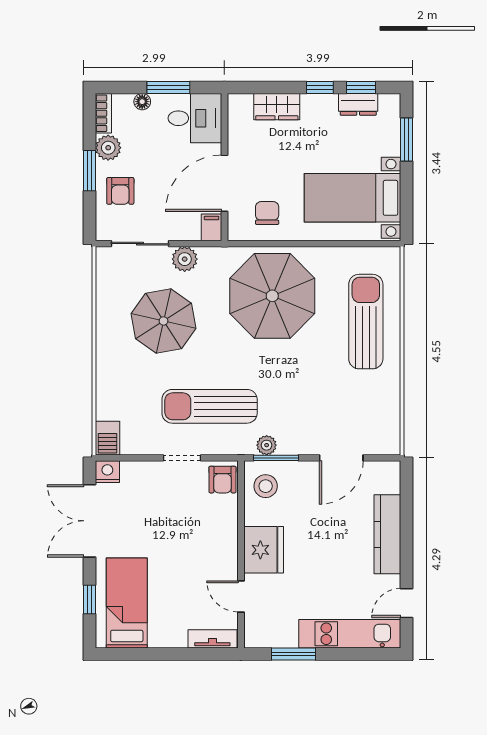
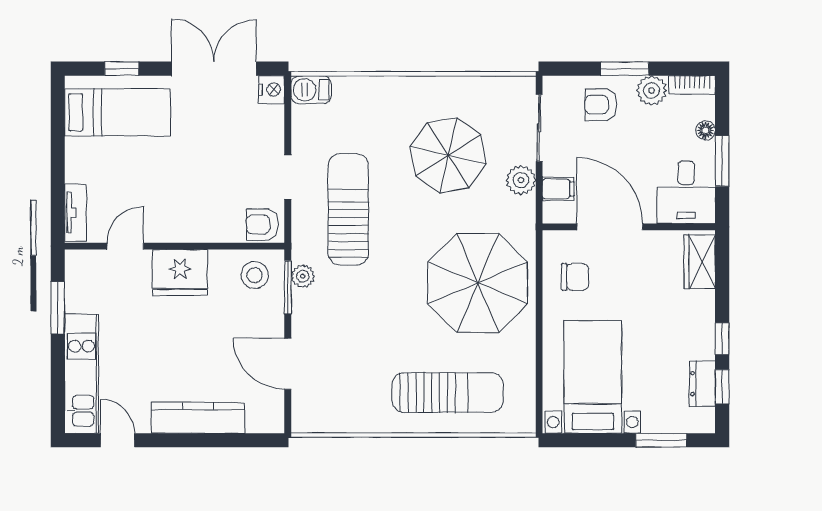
wardrobe: (277, 107) -> (700, 262), moved
filing cabinet: (212, 227) -> (558, 189), moved

